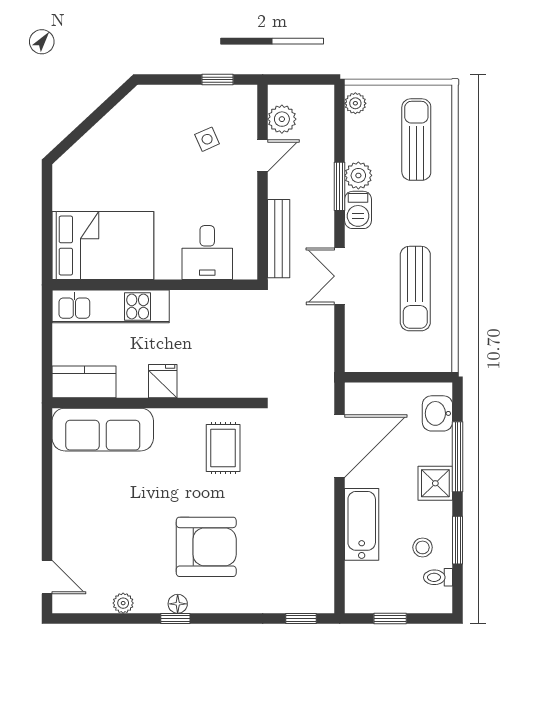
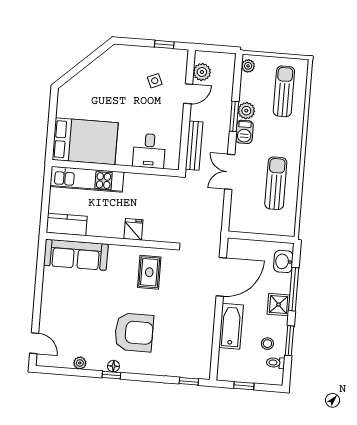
sun lounger: (415, 289) -> (276, 183), turned 180
fridge: (163, 381) -> (133, 229), moved

